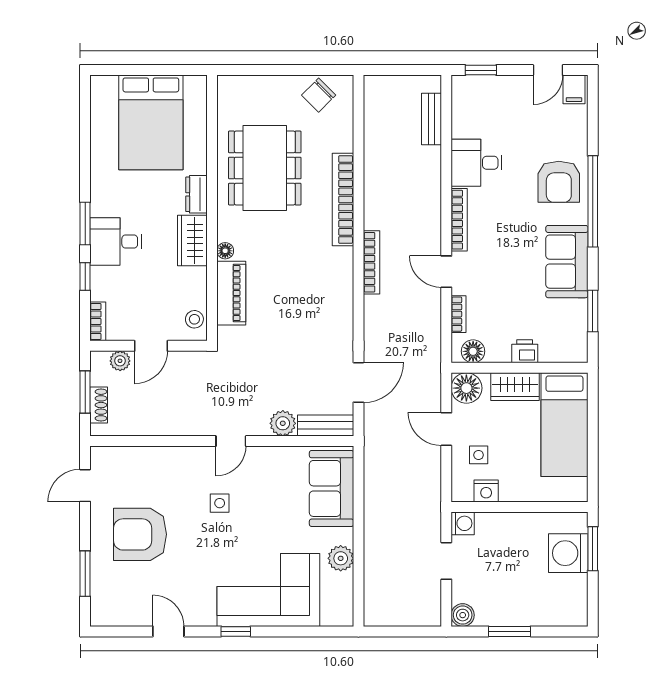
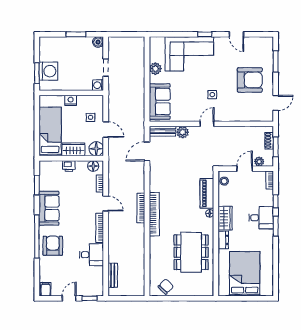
door: (548, 70) -> (69, 298), moved
bookcase: (343, 199) -> (154, 214), moved
nightstand: (486, 491) -> (71, 100), moved

